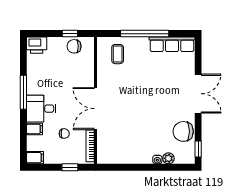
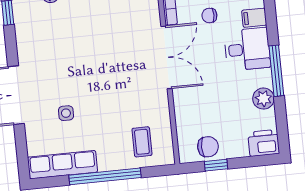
plant: (34, 75) -> (263, 99), added
side table: (166, 78) -> (66, 113), added
chair: (183, 131) -> (33, 37), removed

